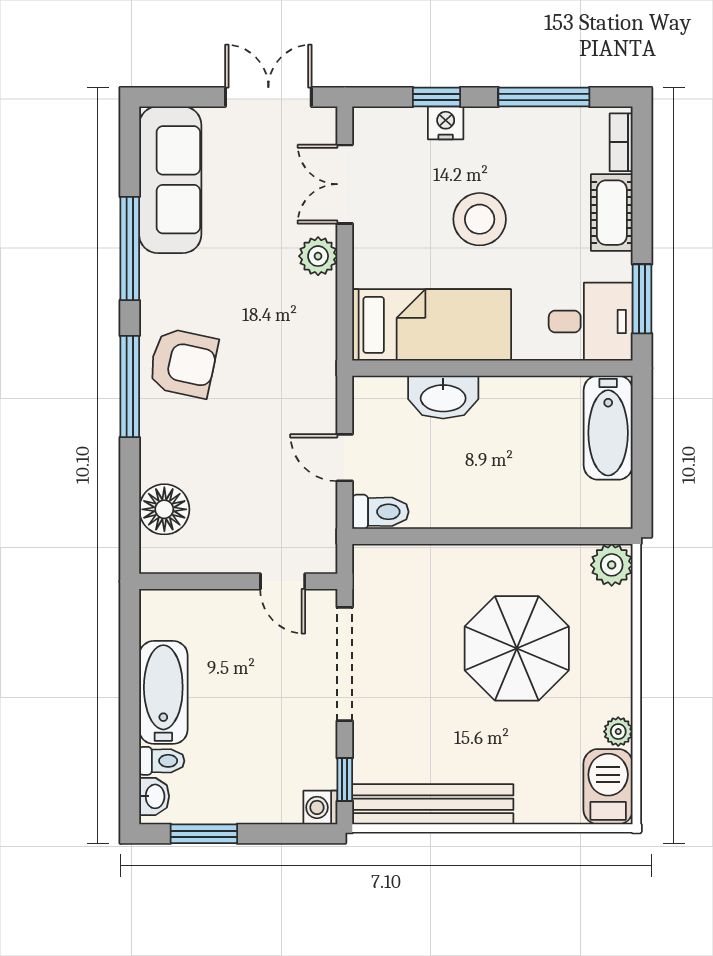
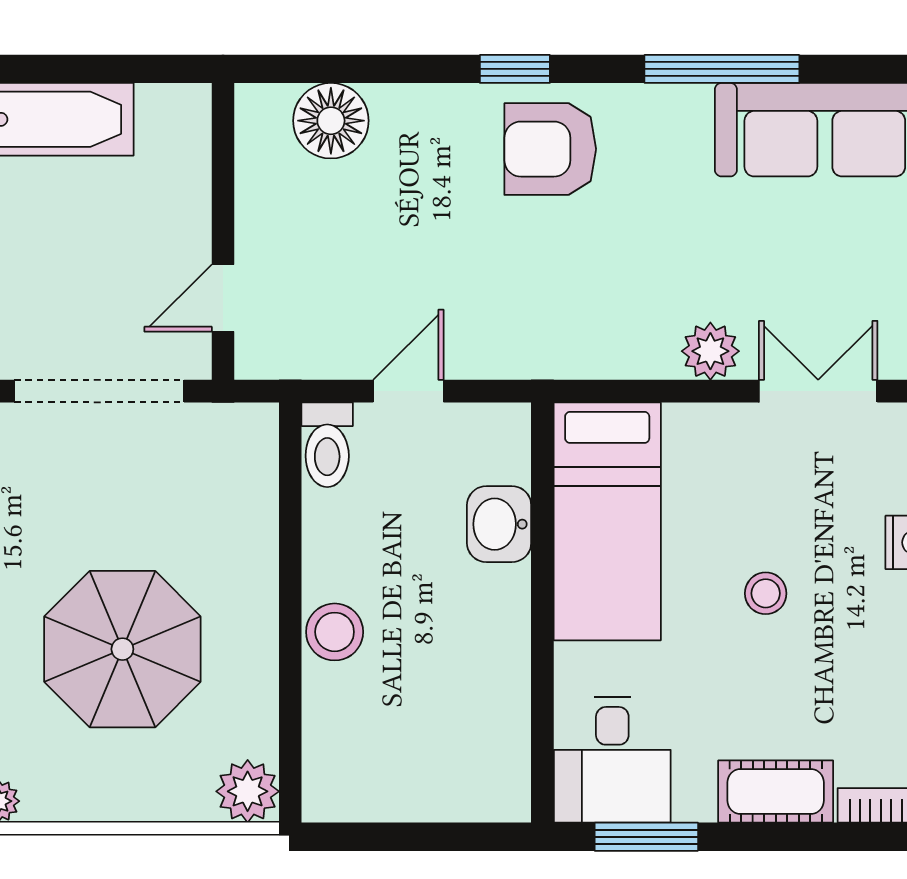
stool: (480, 219) -> (766, 593), width x0.53, depth x0.53
armchair: (183, 363) -> (550, 149), turned 78
window: (130, 387) -> (515, 69), width x0.46
washbasin: (443, 397) -> (499, 524), width x0.72
bathtub: (608, 428) -> (453, 786), removed
stool: (505, 507) -> (335, 632), added

